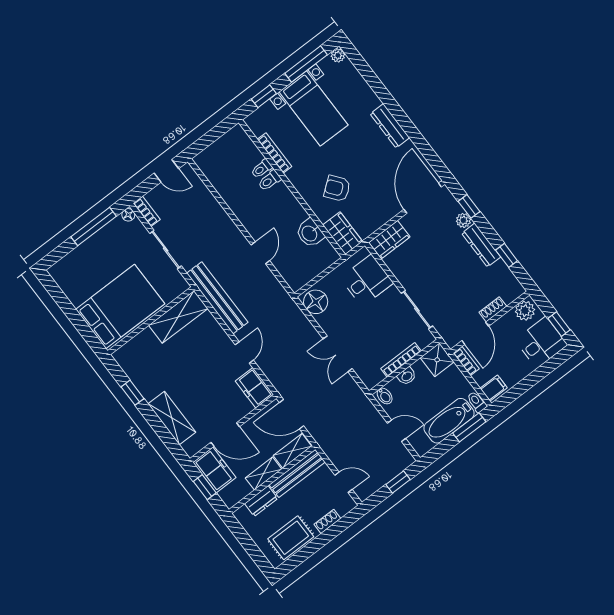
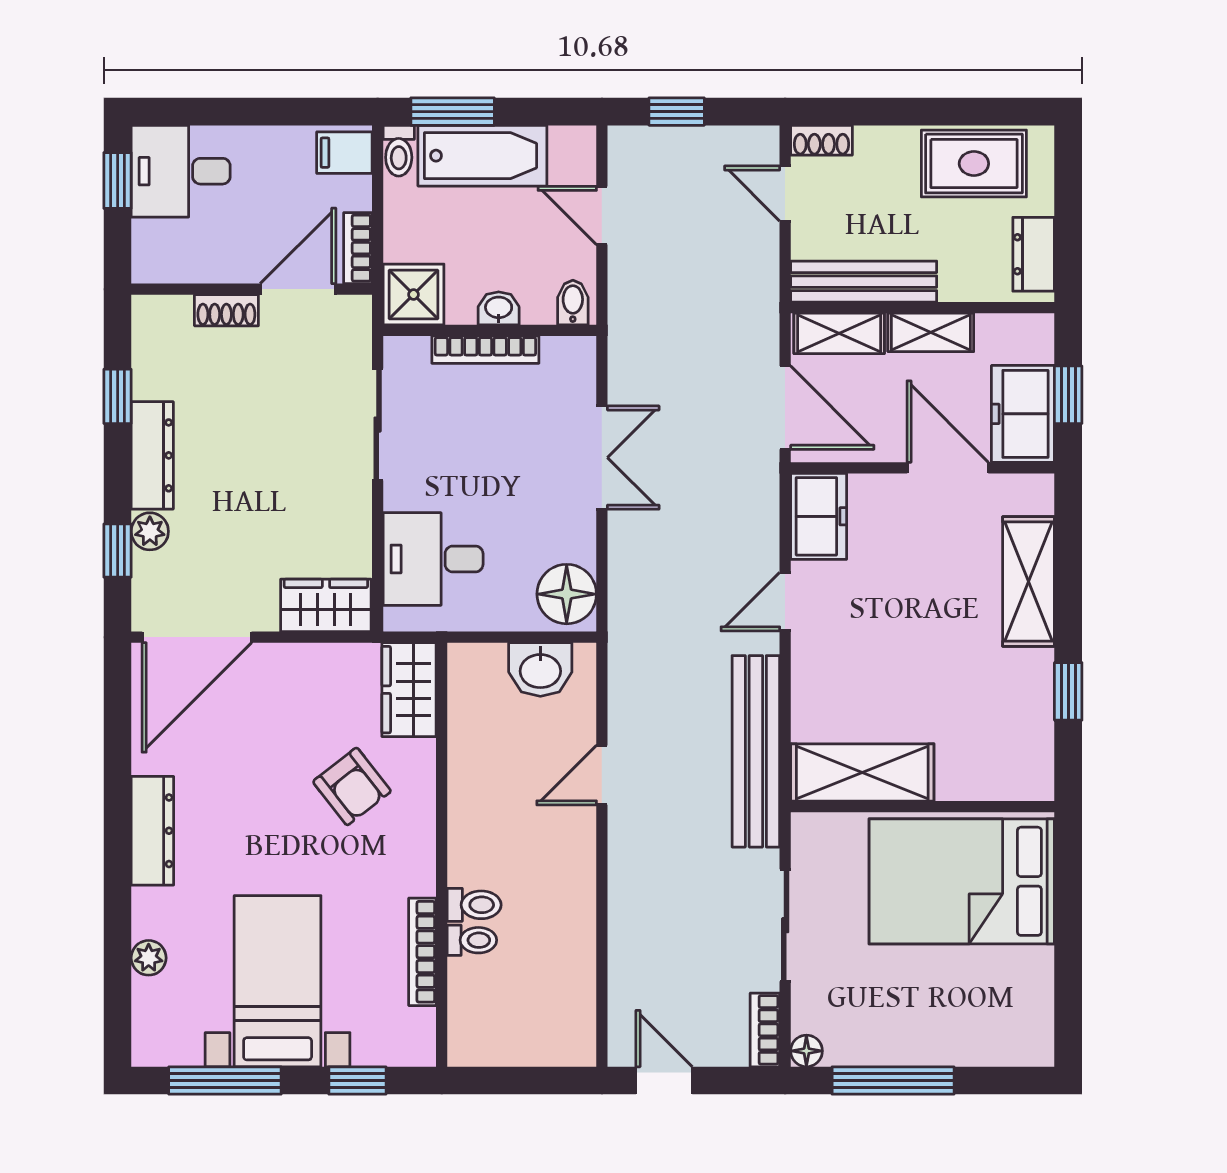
plant: (338, 55) -> (149, 958), moved
washbasin: (310, 233) -> (540, 669), moved, turned 90
plant: (525, 311) -> (165, 259), removed
dresser: (261, 501) -> (1034, 254), moved, turned -90
shoe rack: (327, 521) -> (821, 140), moved

